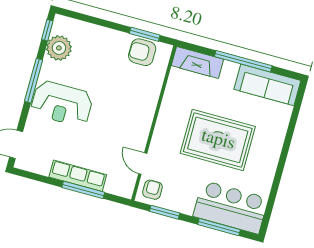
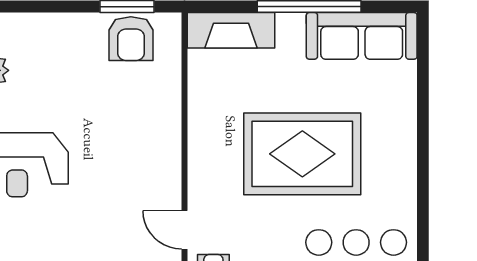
armchair: (142, 52) -> (131, 39), turned -90

